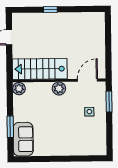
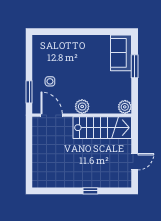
door: (87, 80) -> (52, 115), swing flipped

